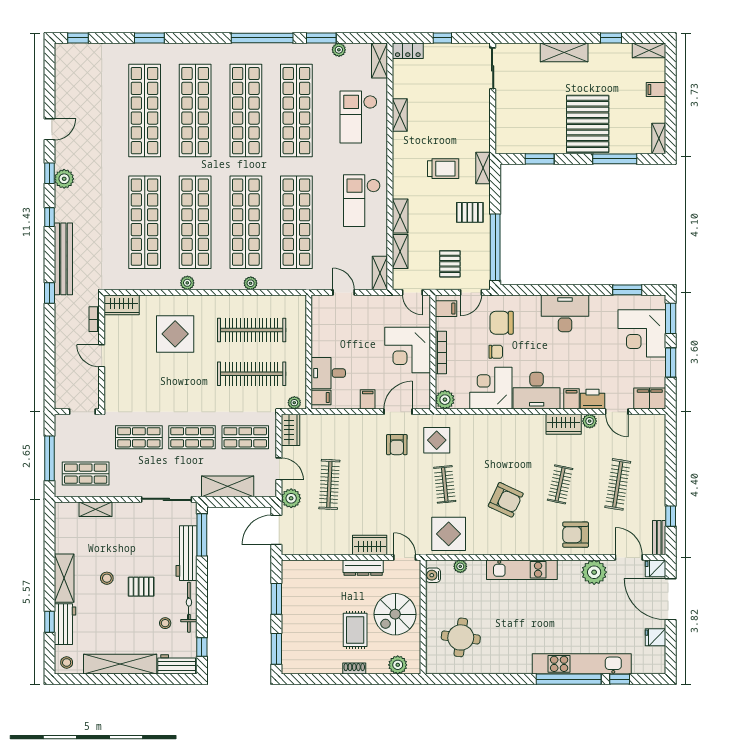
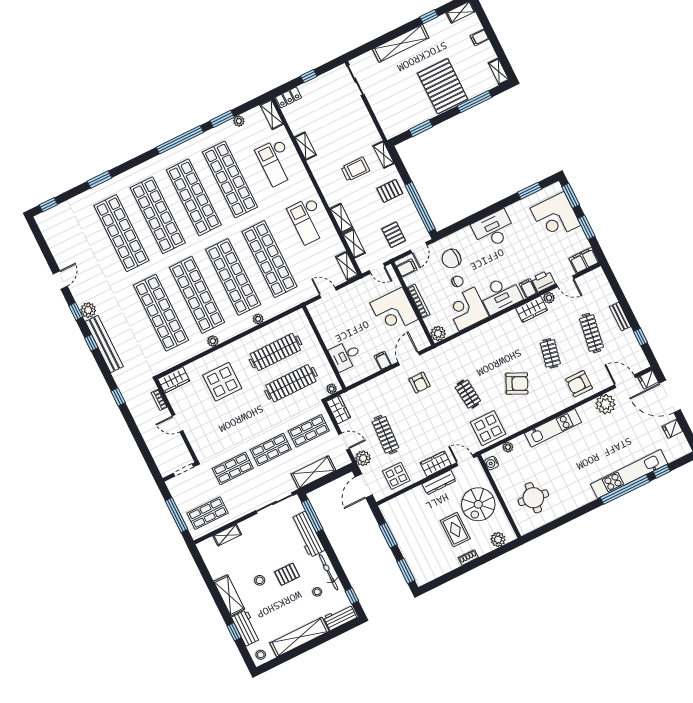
shelving: (564, 52) -> (401, 43), width x1.47
bench: (63, 259) -> (104, 344), moved
filing cabinet: (321, 397) -> (349, 376), removed
display table: (437, 440) -> (396, 476), moved
bench: (659, 538) -> (620, 317), moved

